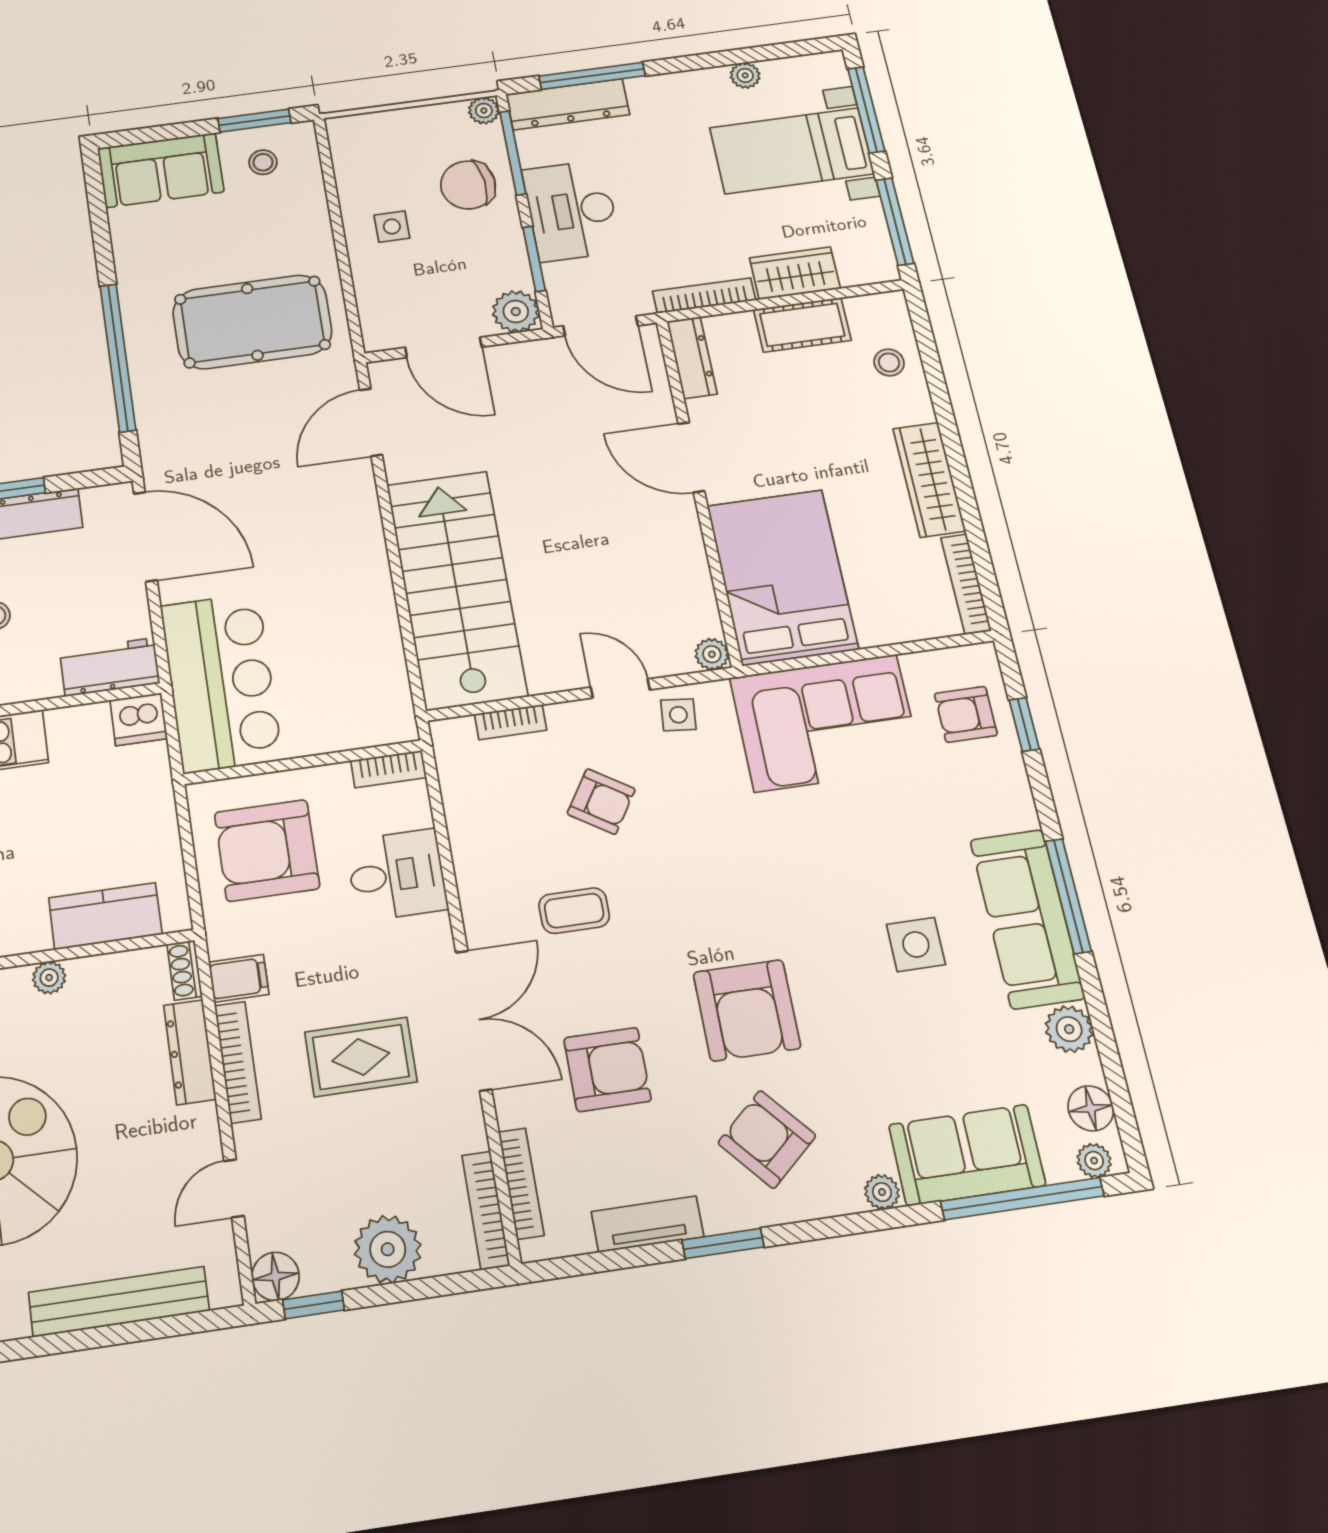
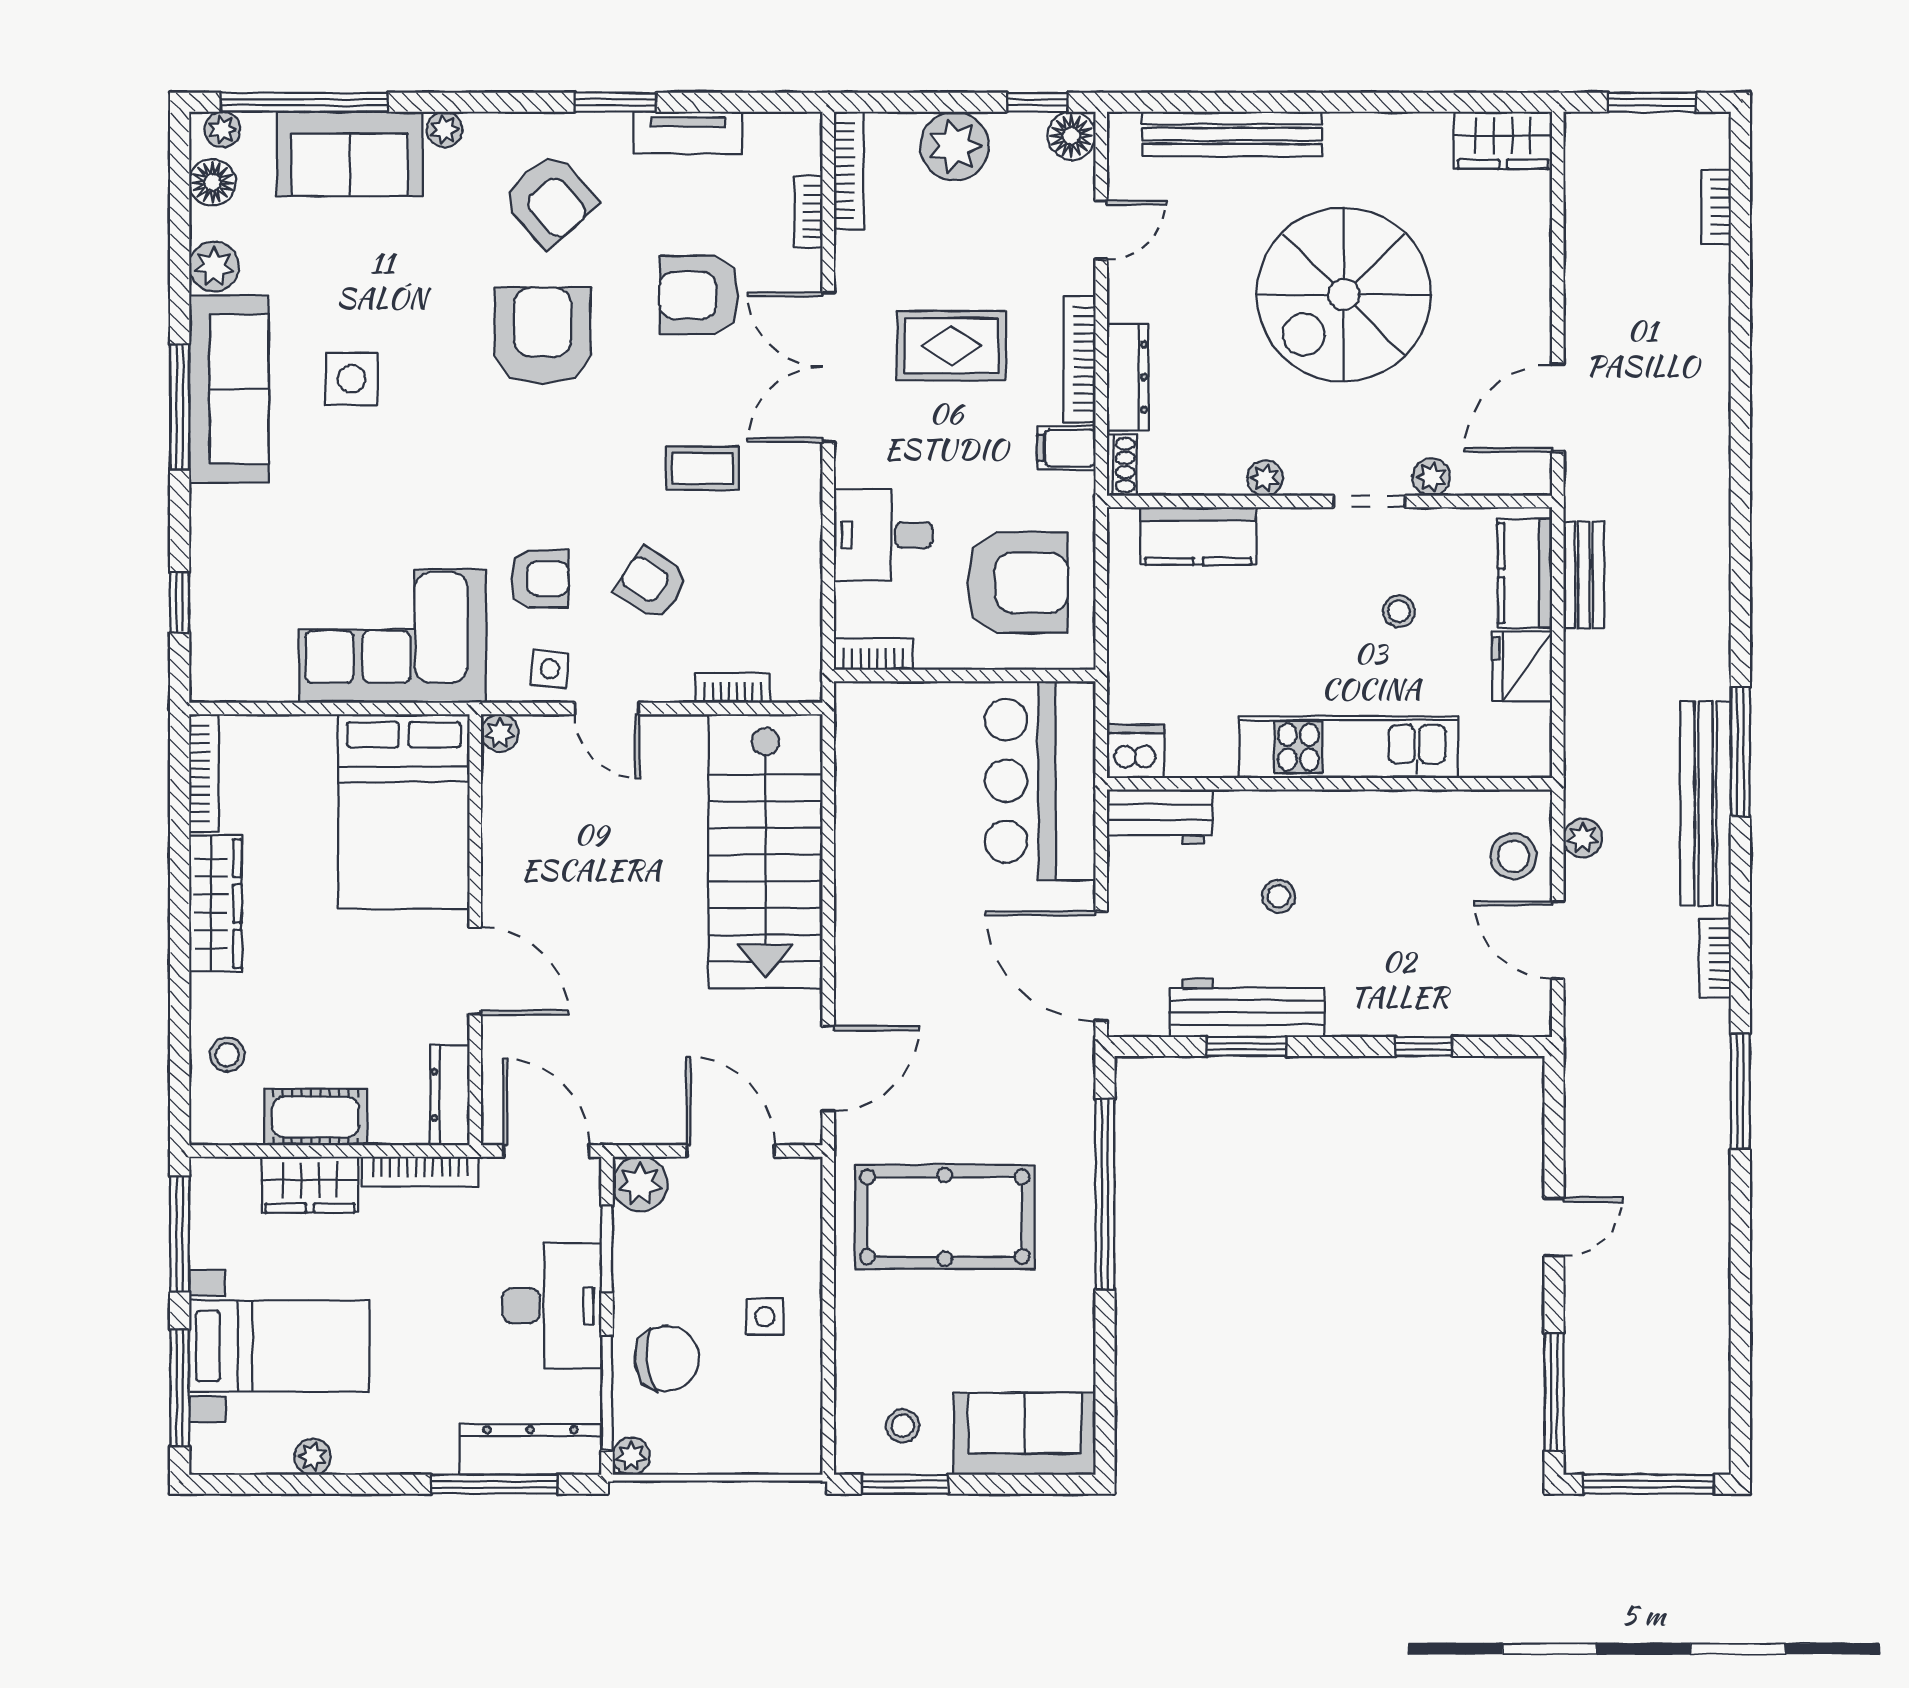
armchair: (966, 714) -> (540, 579), moved
bookcase: (521, 1183) -> (808, 212), width x0.64

